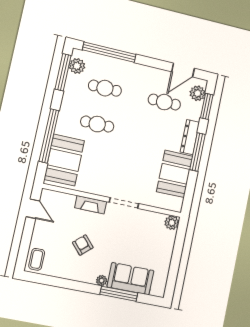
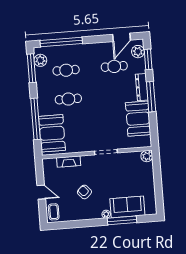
fireplace: (91, 205) -> (69, 162), moved
door: (33, 209) -> (41, 192), moved

